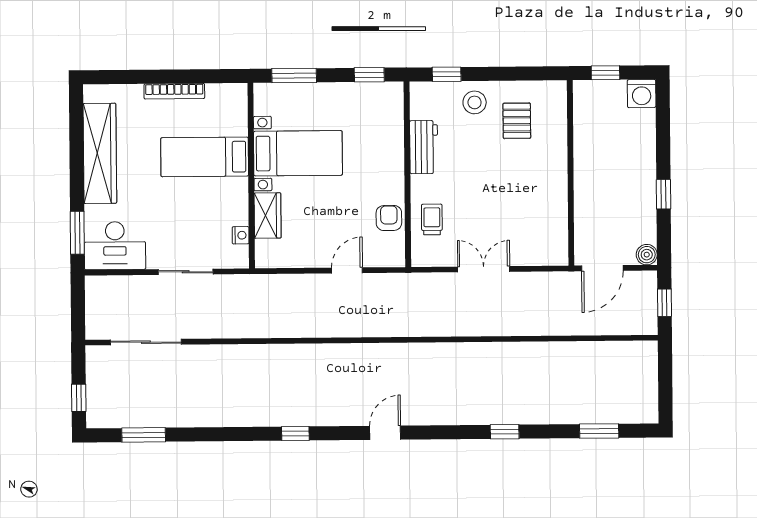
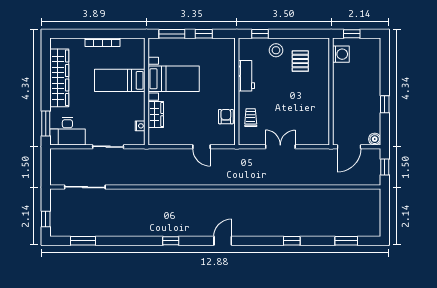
window: (369, 75) -> (204, 34), moved
washing machine: (642, 94) -> (341, 54), moved, turned -90
door: (347, 270) -> (201, 147), swing flipped

